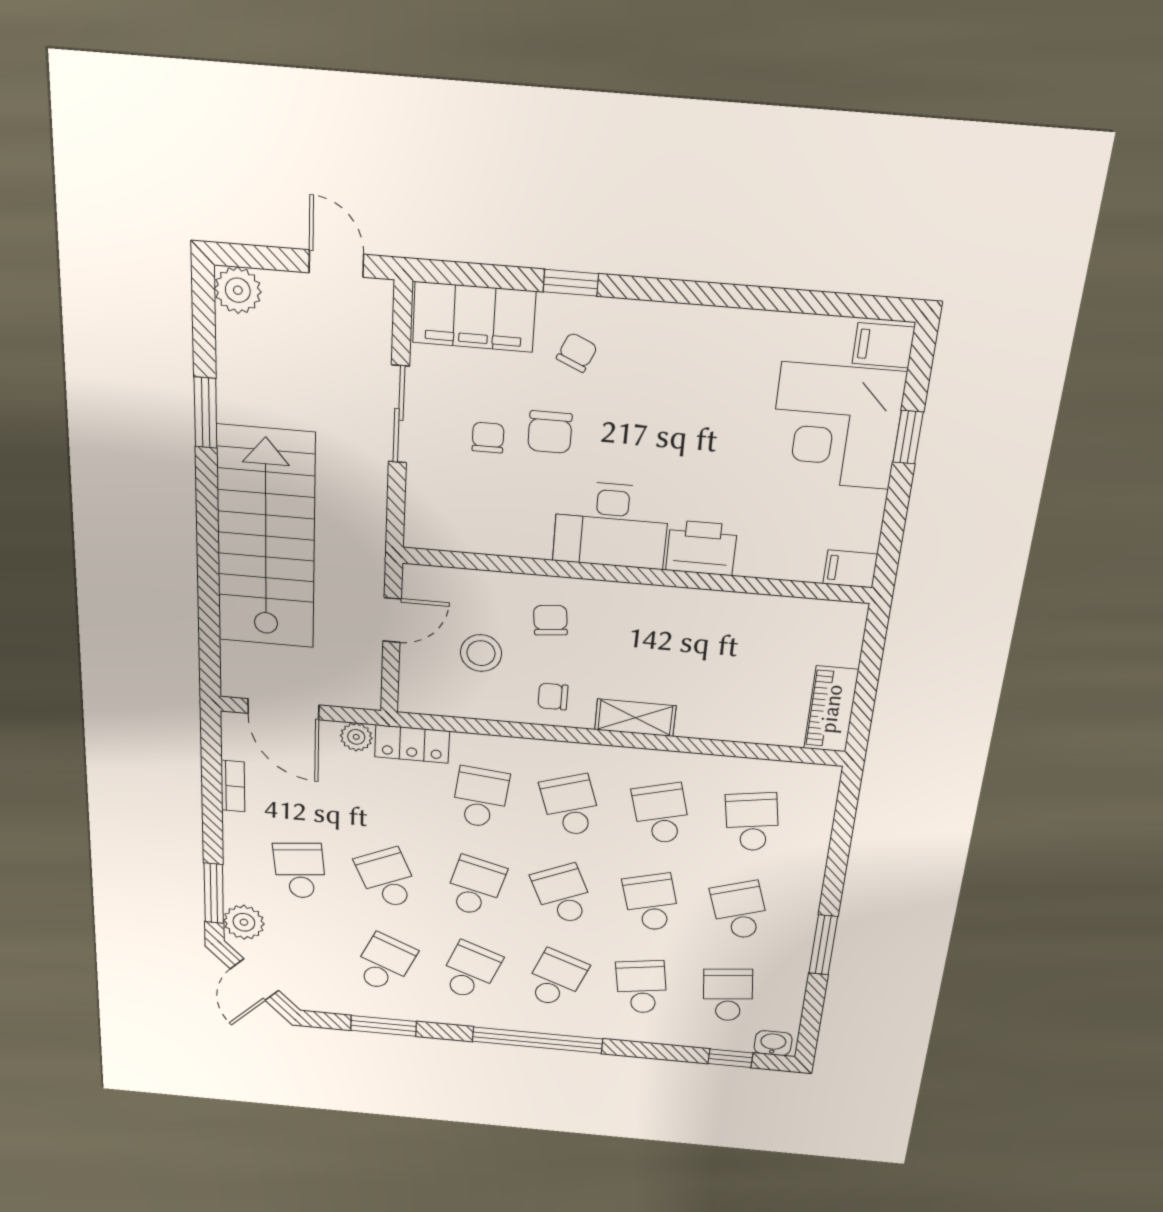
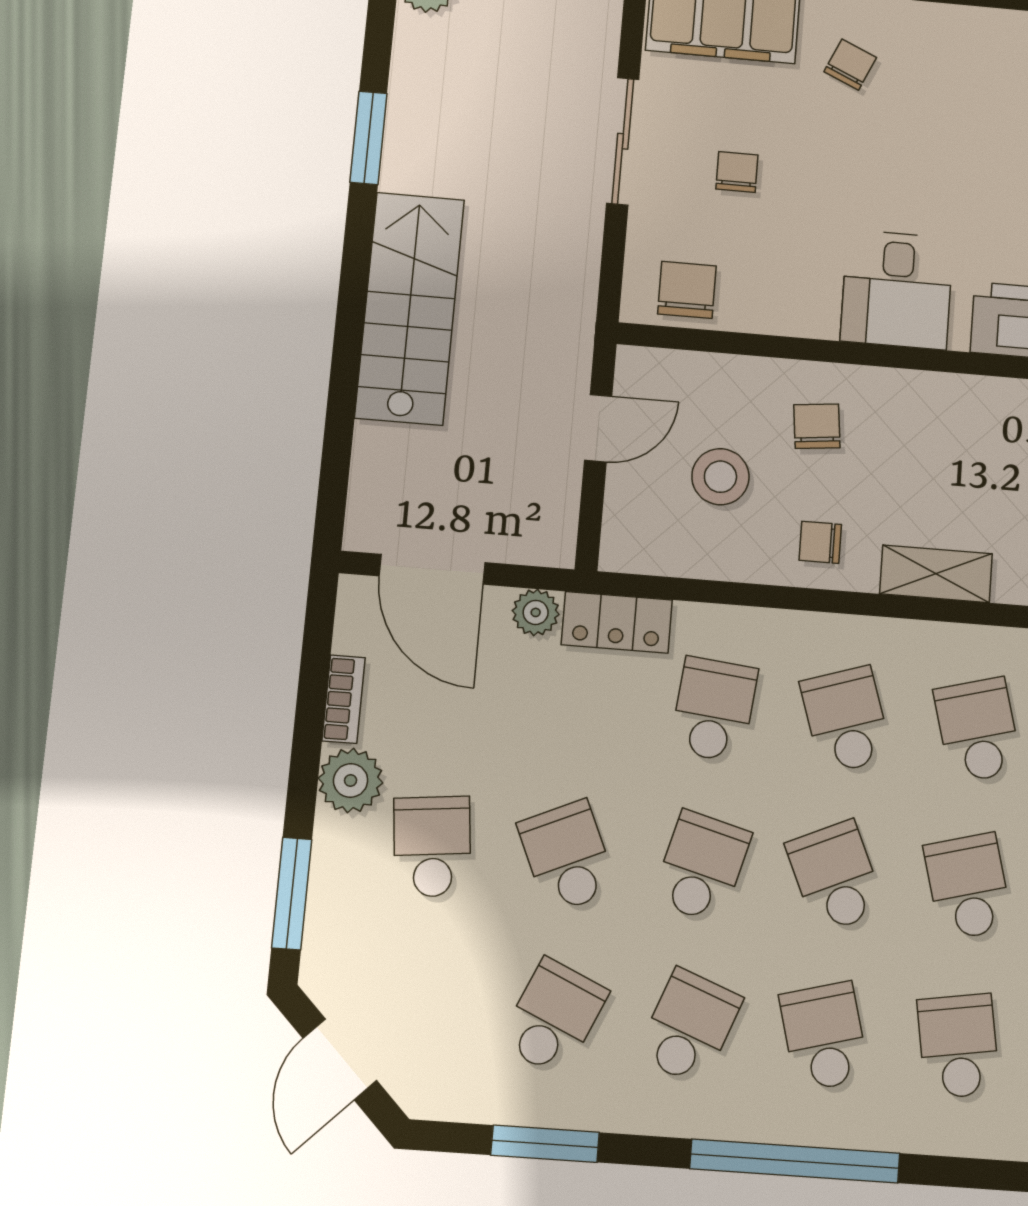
chair: (550, 432) -> (687, 290), moved, turned 180
desk: (611, 525) -> (897, 290), width x0.73
stairs: (266, 539) -> (410, 308), width x0.73, depth x0.66
plant: (244, 922) -> (351, 780), moved
school desk: (556, 979) -> (824, 1037), turned -36

